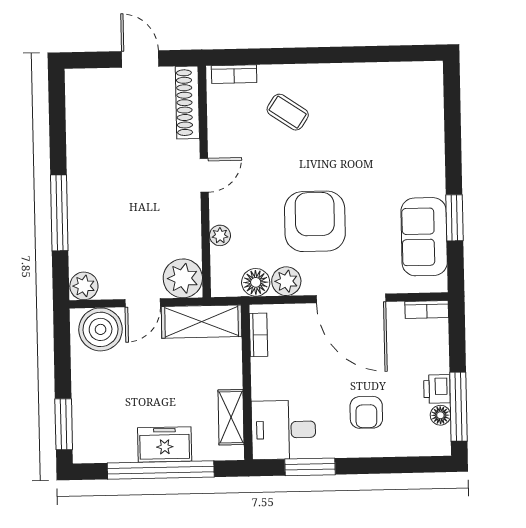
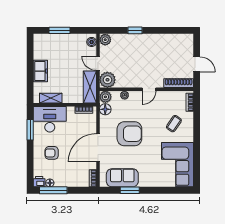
door: (140, 59) -> (197, 64), hinge flipped
corner sofa: (389, 101) -> (177, 165), added
door: (204, 175) -> (149, 89), hinge flipped
window: (59, 213) -> (135, 30), width x0.46
plant: (286, 281) -> (105, 97), moved
boiler: (101, 329) -> (92, 42), width x0.54, depth x0.54
printer: (437, 389) -> (39, 182), moved
window: (64, 424) -> (60, 30), moved
desk: (284, 430) -> (50, 119), width x1.37
window: (161, 470) -> (30, 69), removed

